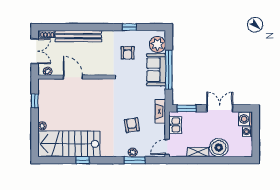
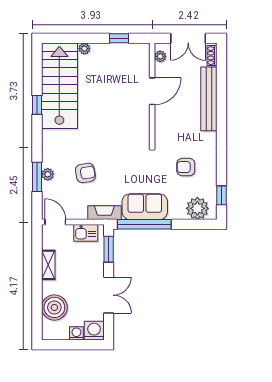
window: (129, 27) -> (221, 195), moved
sofa: (156, 70) -> (145, 207), moved
window: (169, 70) -> (144, 224), moved
boiler: (219, 148) -> (54, 307), moved

